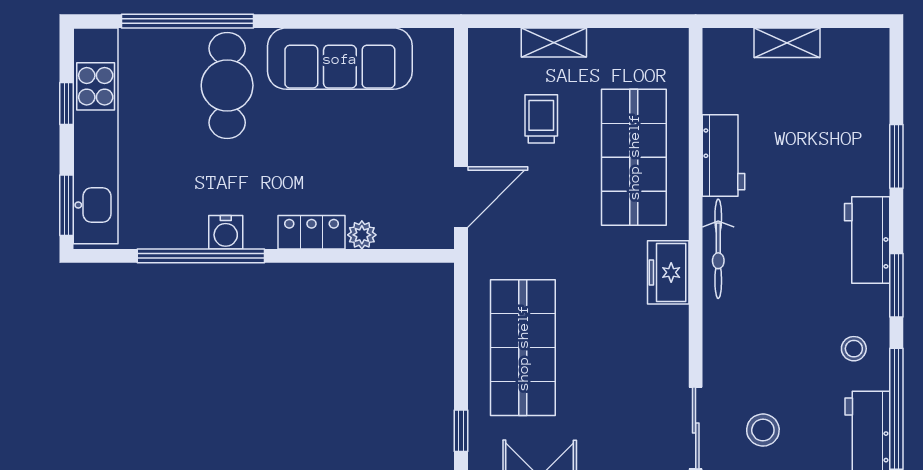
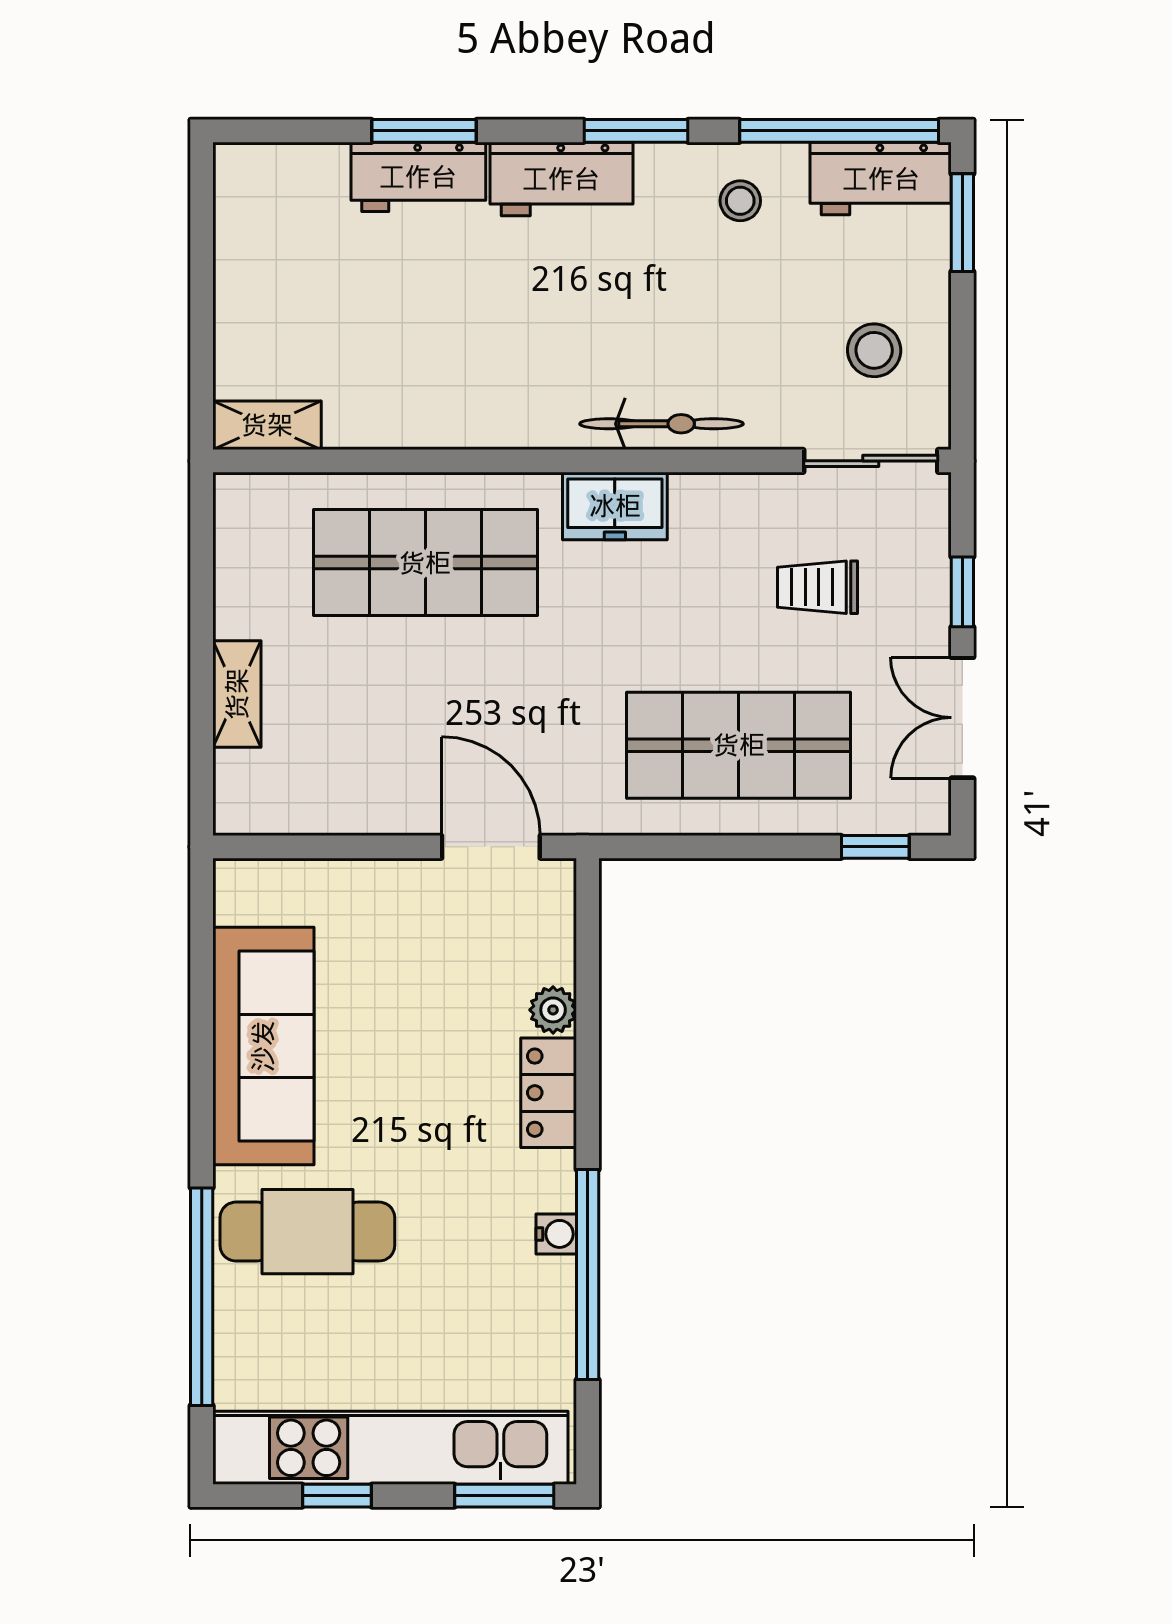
shelving: (787, 43) -> (267, 425), moved, turned 90
trolley: (541, 119) -> (817, 587), moved
workbench: (724, 155) -> (418, 177), moved, turned 180
water cooler: (226, 232) -> (556, 1234), width x0.72, depth x0.72
bicycle: (718, 249) -> (661, 424), moved

